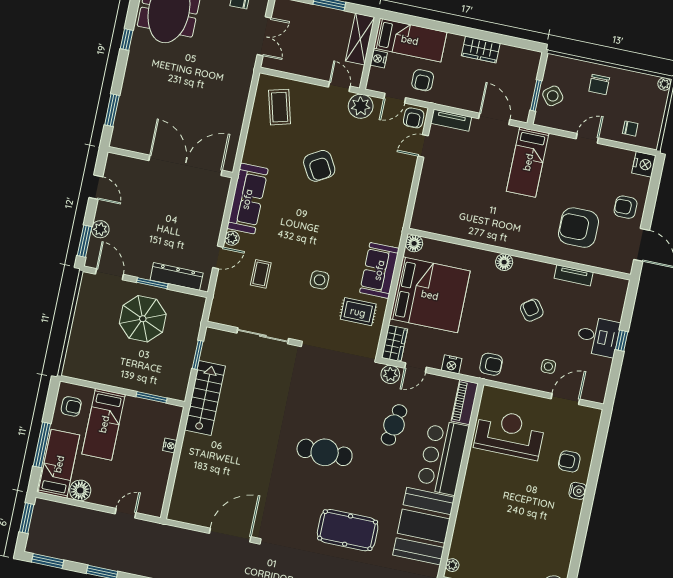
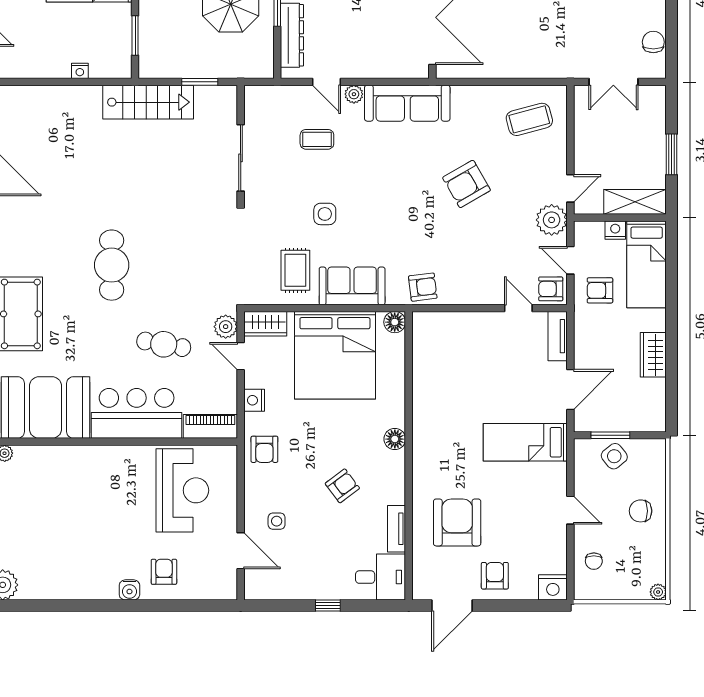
armchair: (392, 216) -> (423, 287), added
desk: (598, 337) -> (381, 577), moved, turned -90

